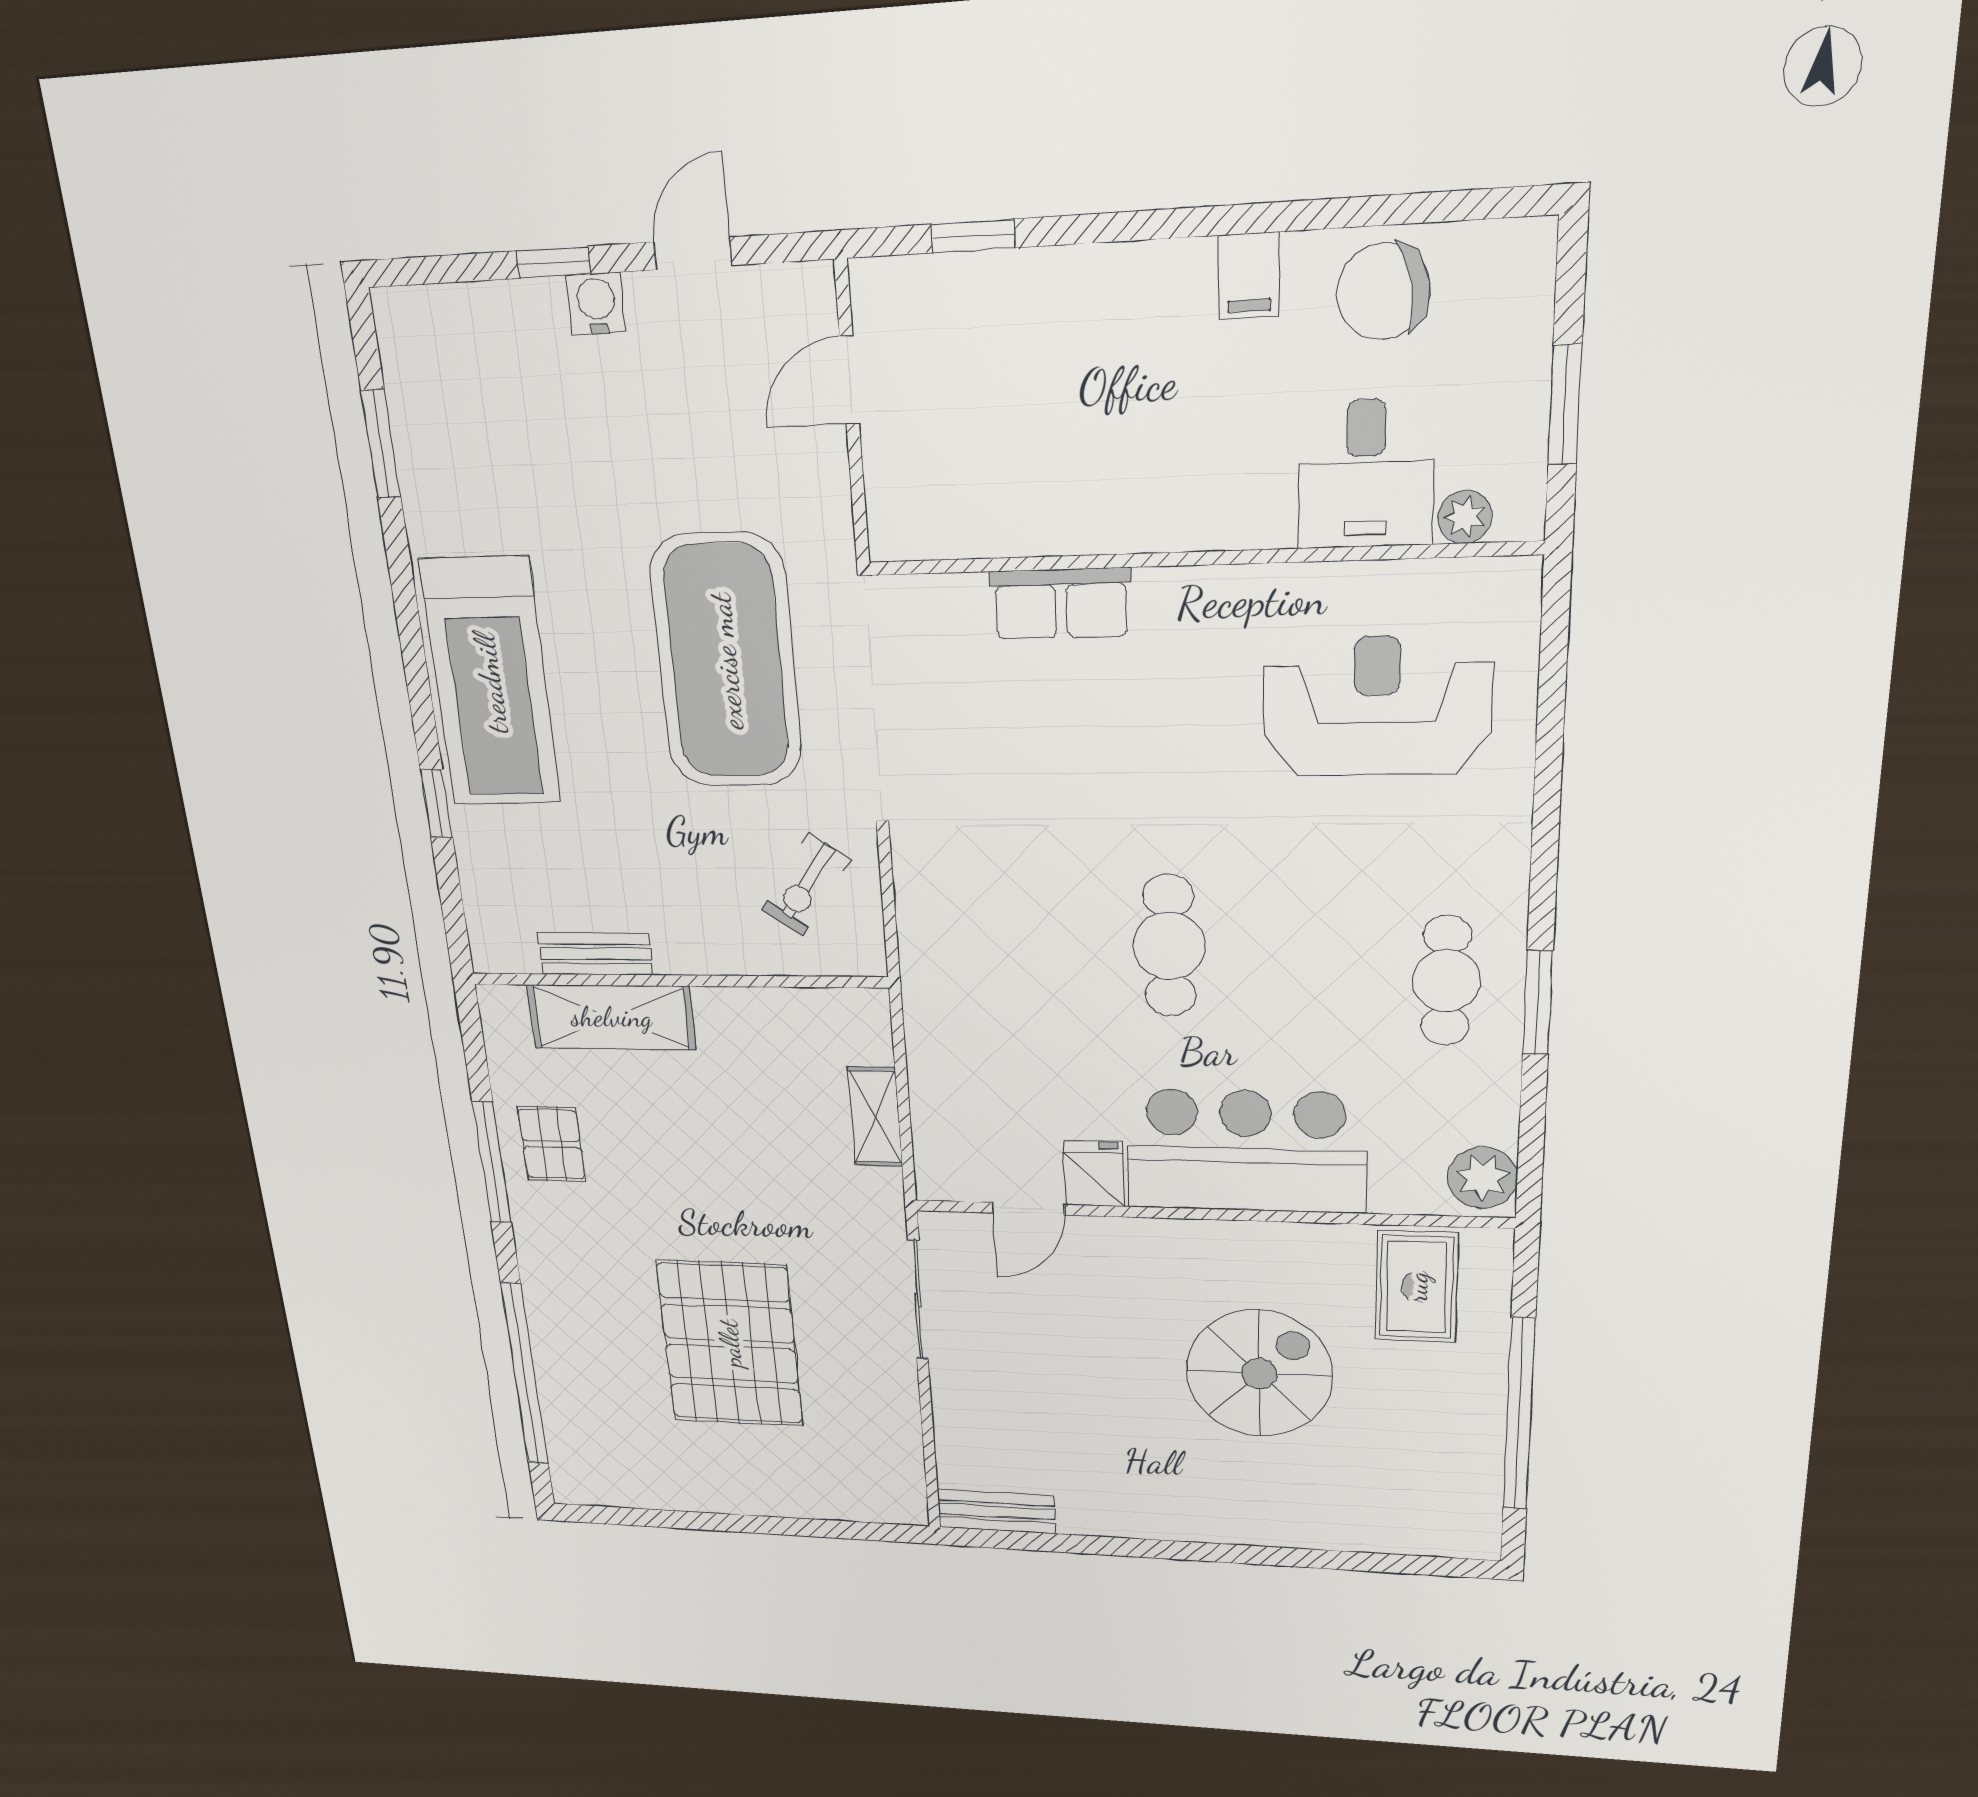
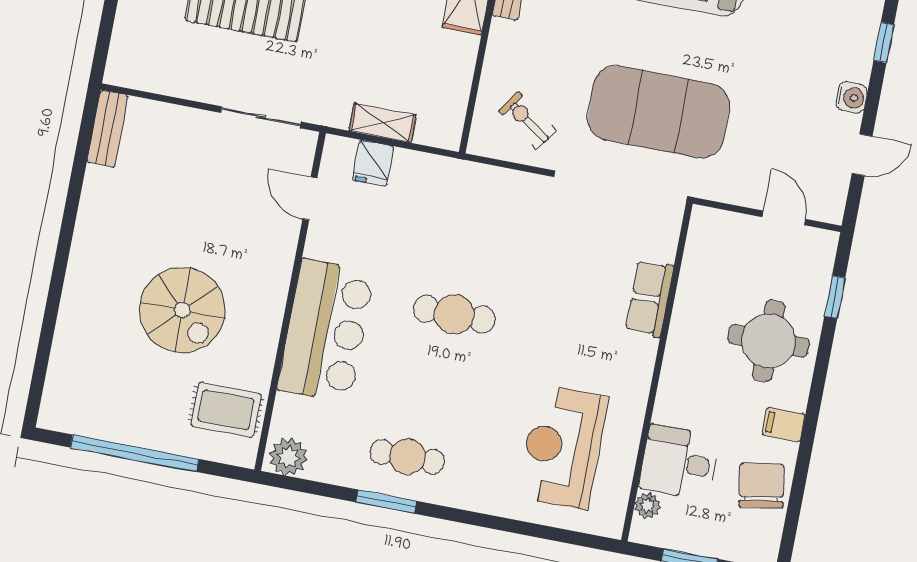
door: (693, 254) -> (862, 155), hinge flipped
window: (553, 262) -> (884, 43), moved
round table: (1089, 351) -> (769, 341), added
reception desk: (1377, 706) -> (563, 447), turned 180
fridge: (1094, 1174) -> (373, 163), moved, turned 90

